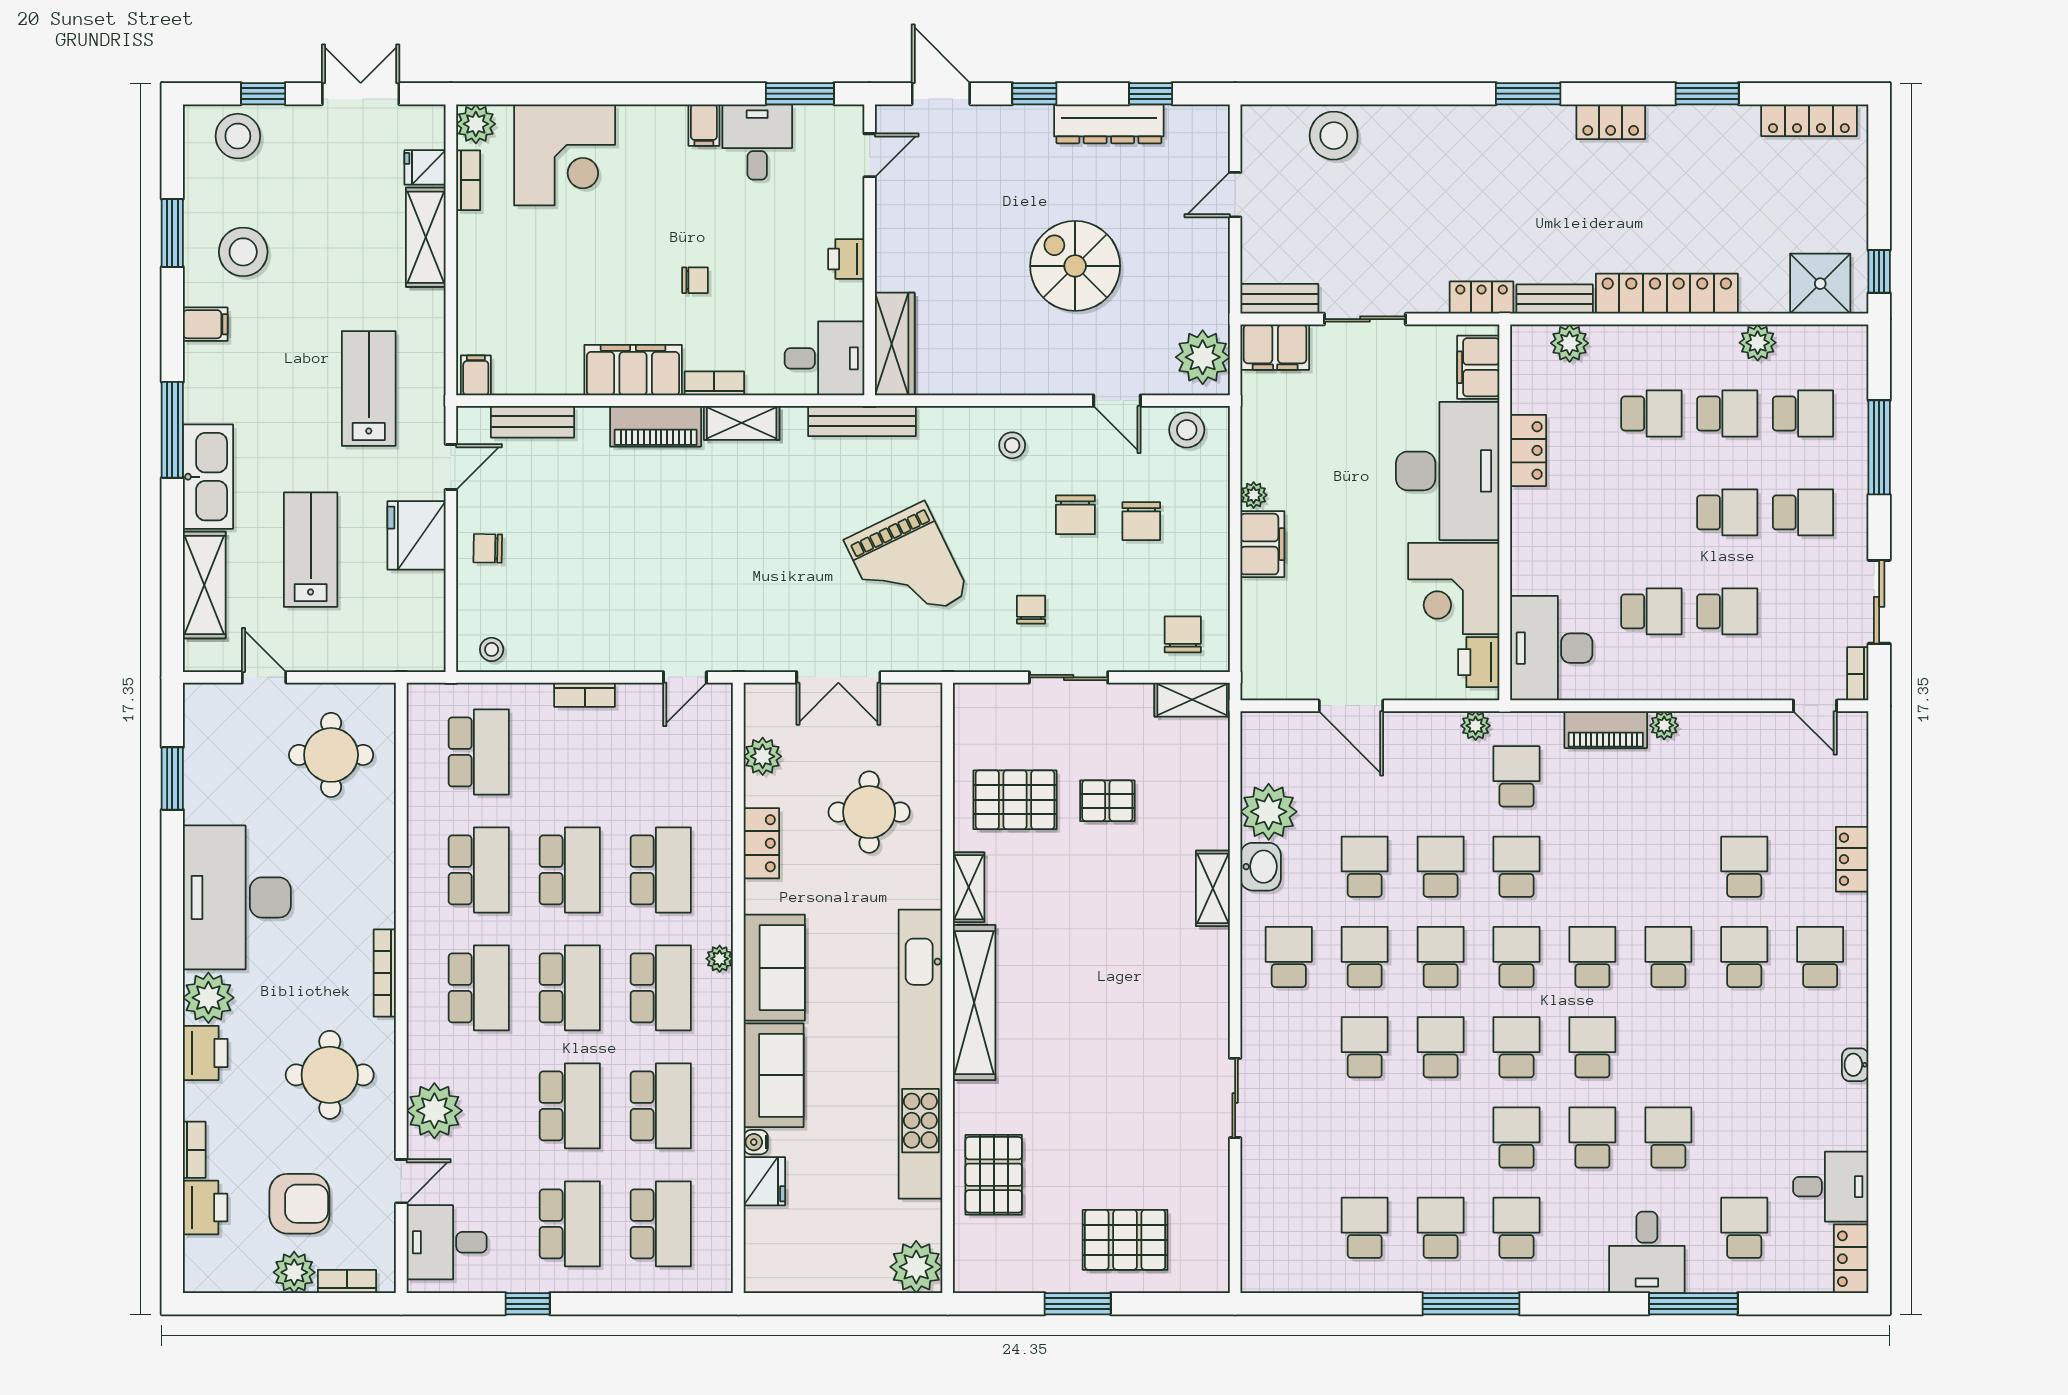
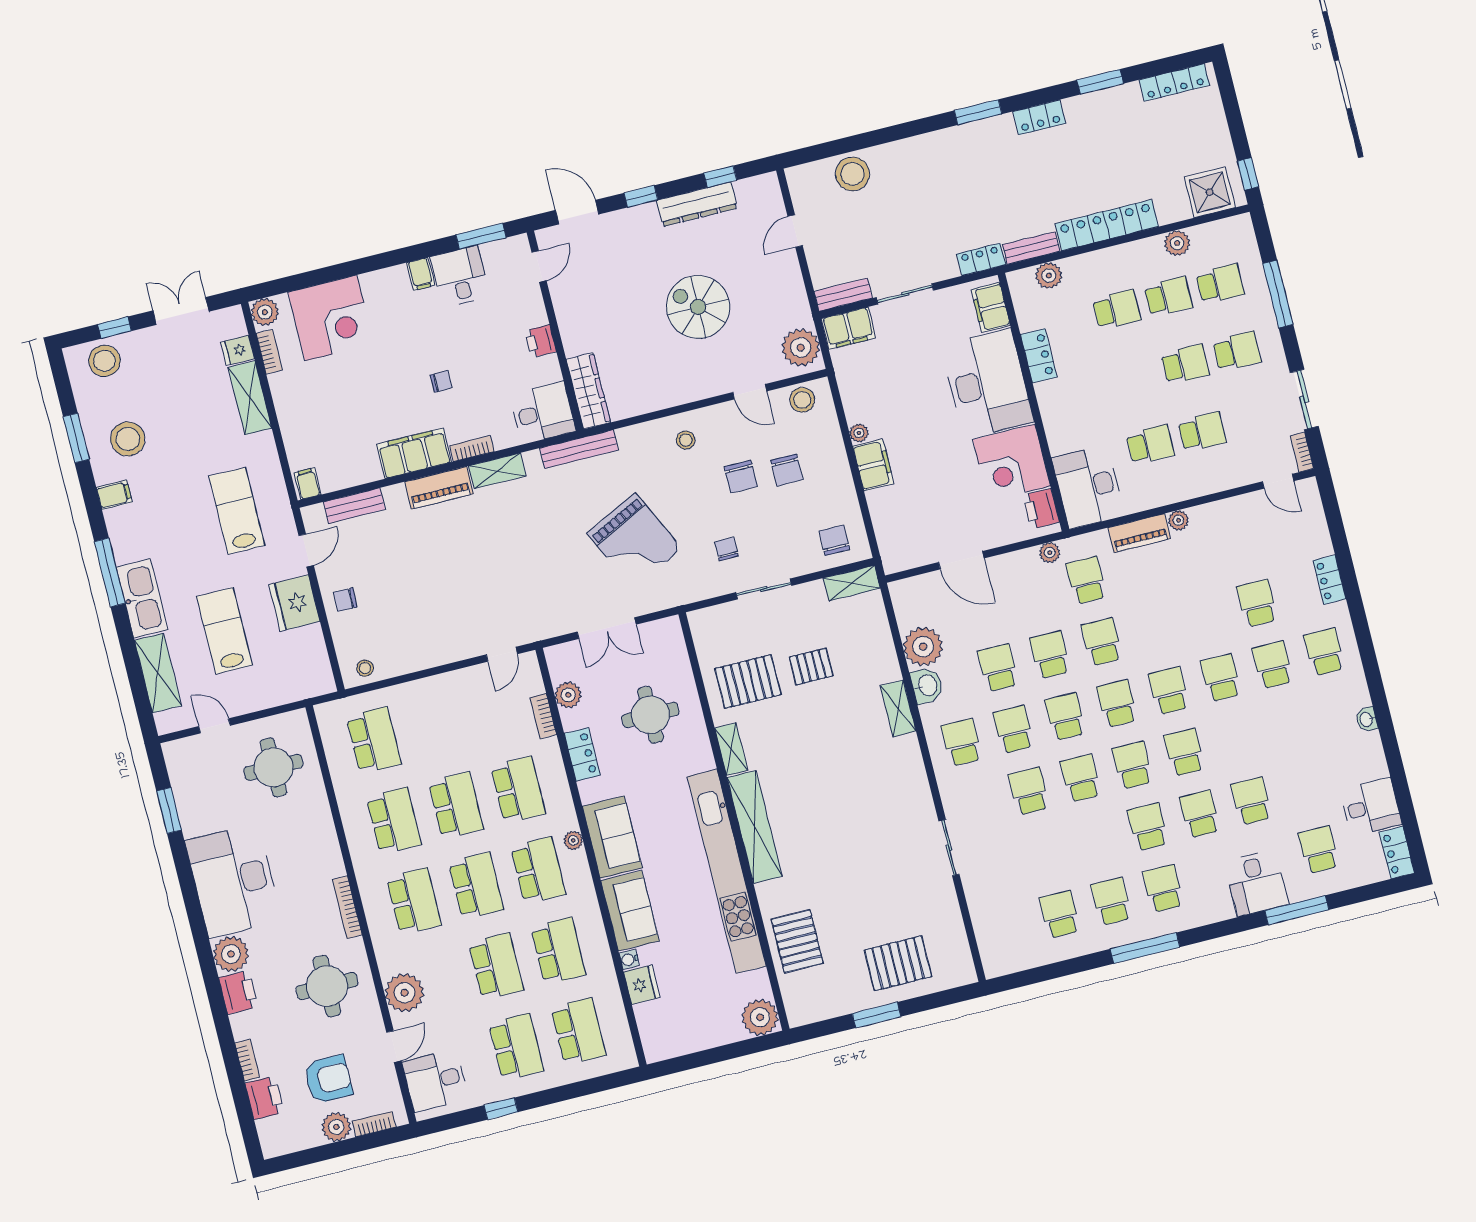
bookcase: (585, 695) -> (543, 716), moved, turned 90

